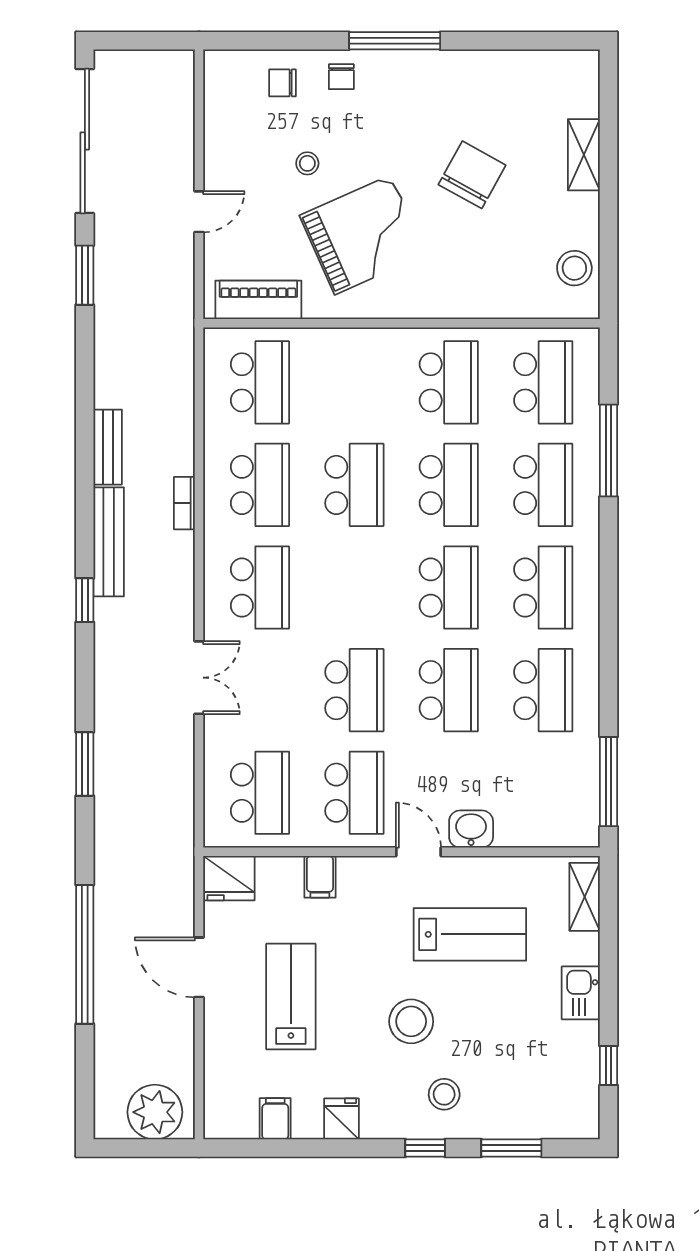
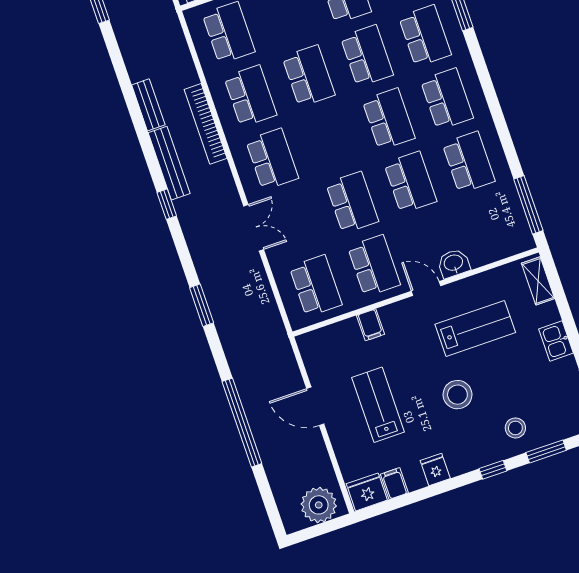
bookcase: (184, 503) -> (206, 124), width x2.31, depth x1.31
fridge: (229, 878) -> (367, 492), moved, turned 180
stool: (444, 1094) -> (515, 428), moved

